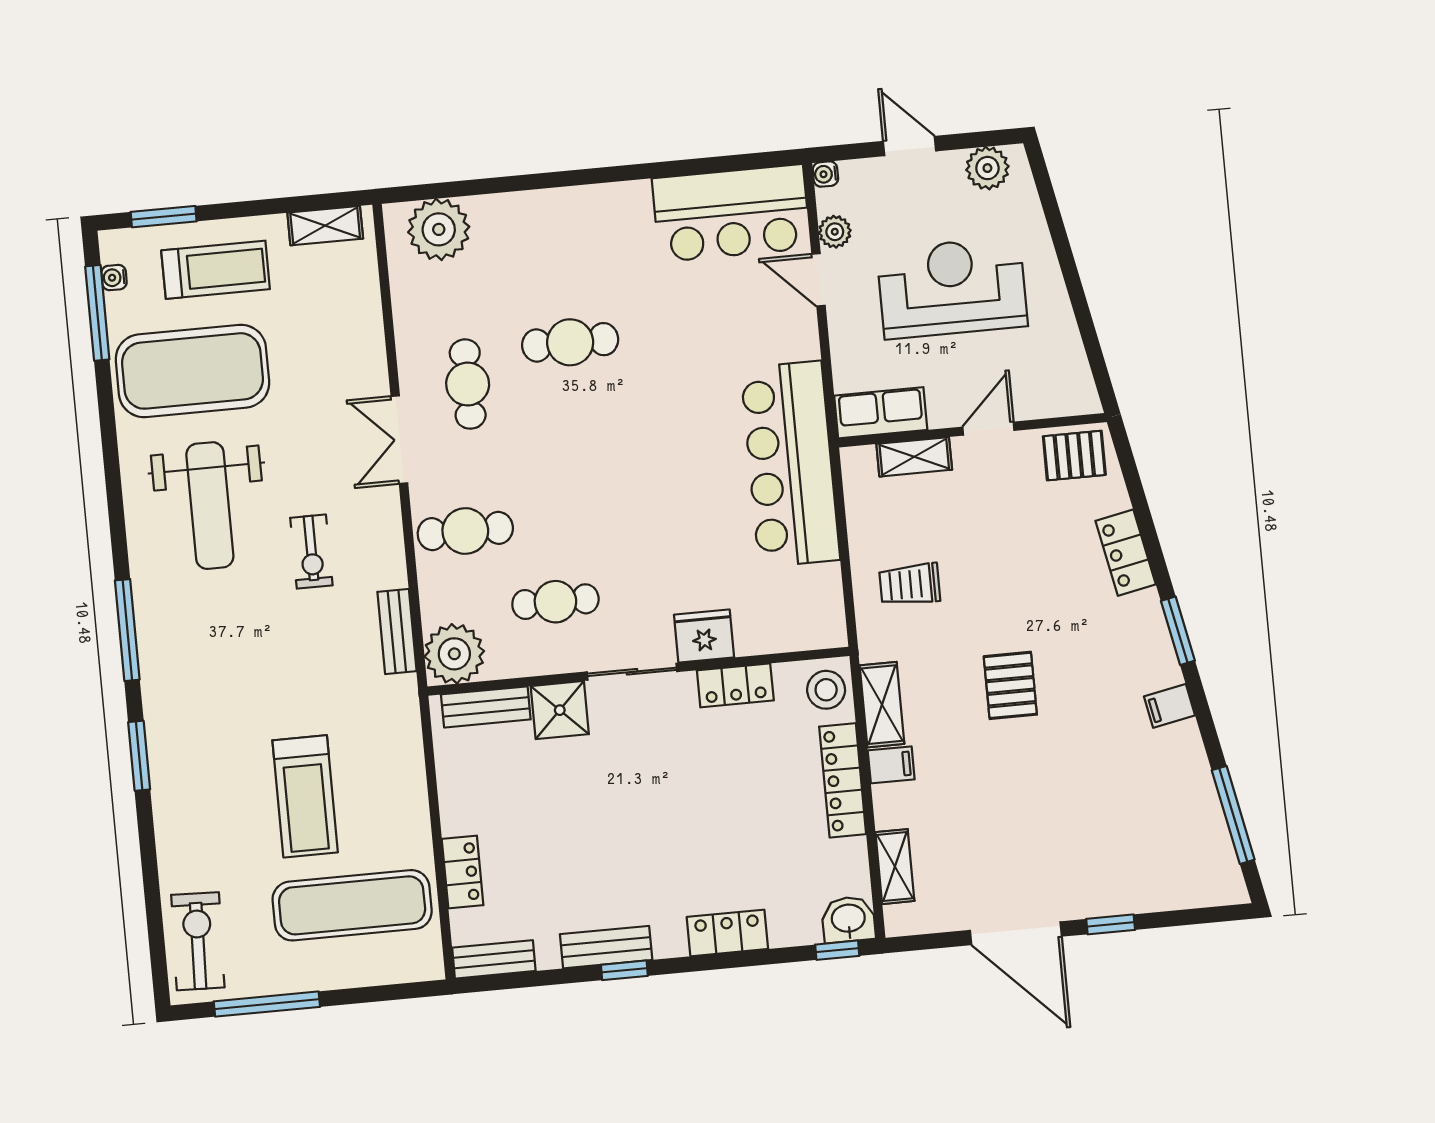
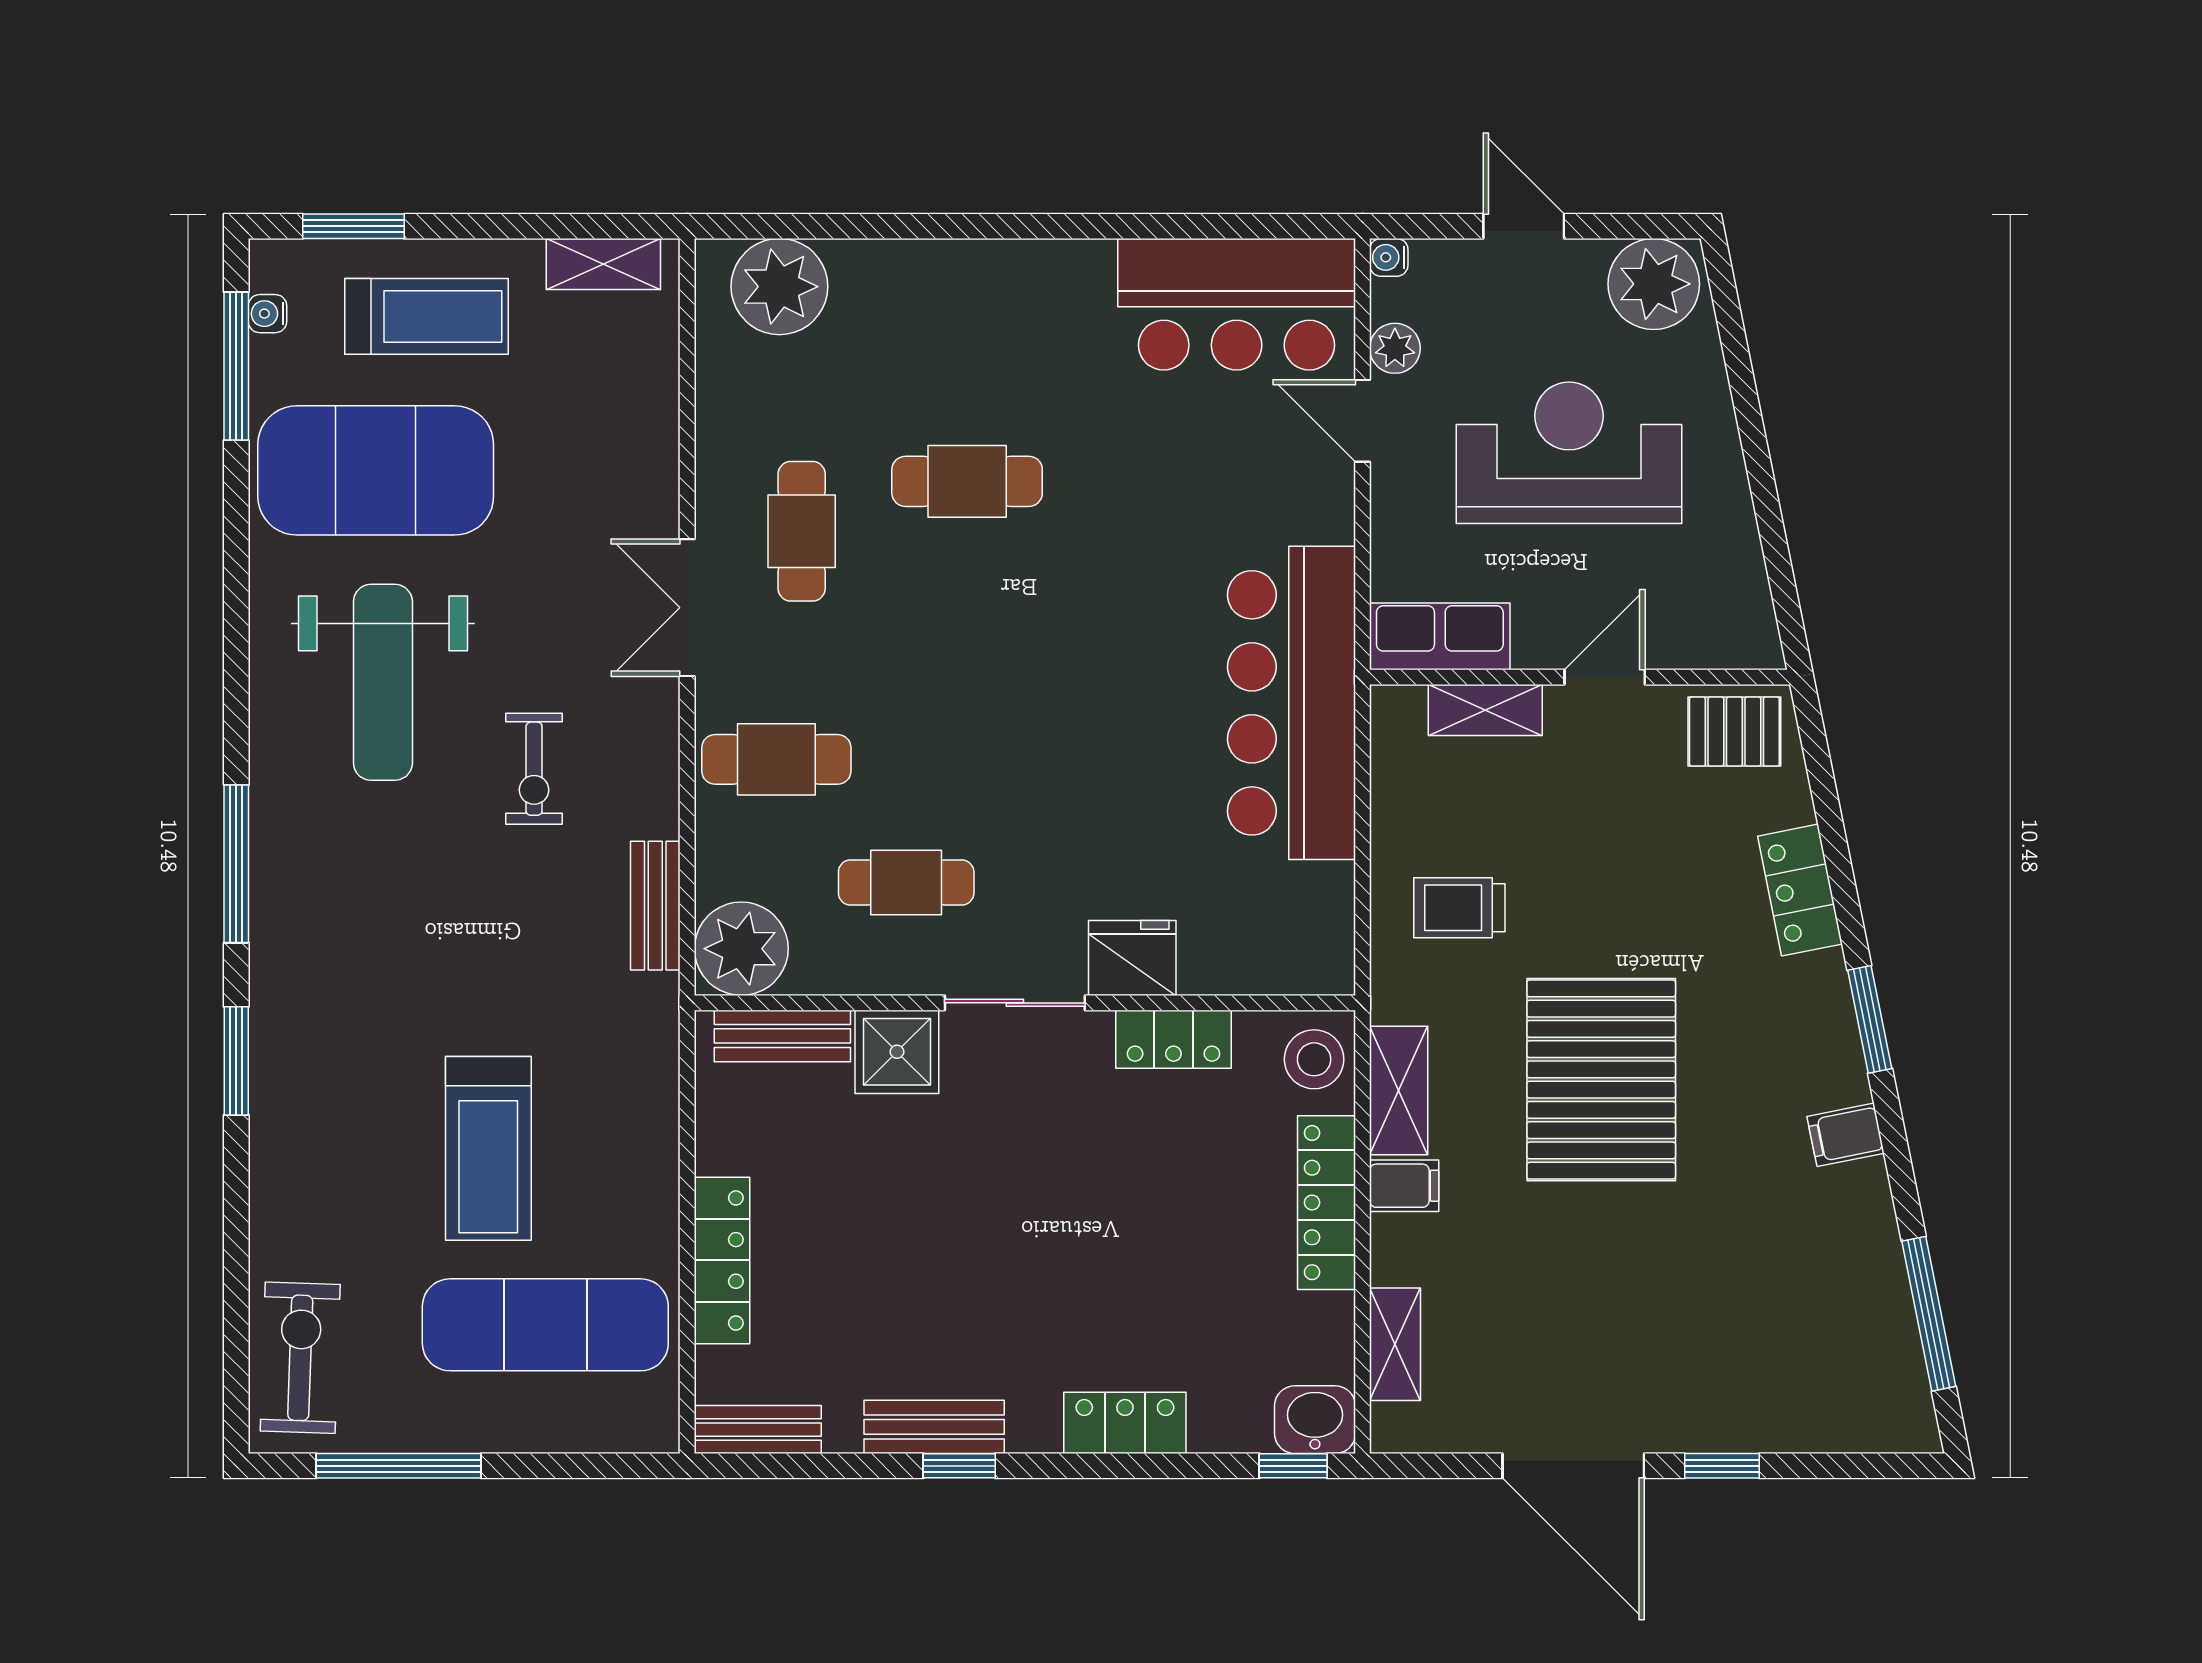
plant: (987, 168) -> (1654, 284), width x1.36, depth x1.36
pallet: (1010, 685) -> (1601, 1080), width x2.05, depth x2.00
locker: (463, 872) -> (722, 1260), width x1.53

